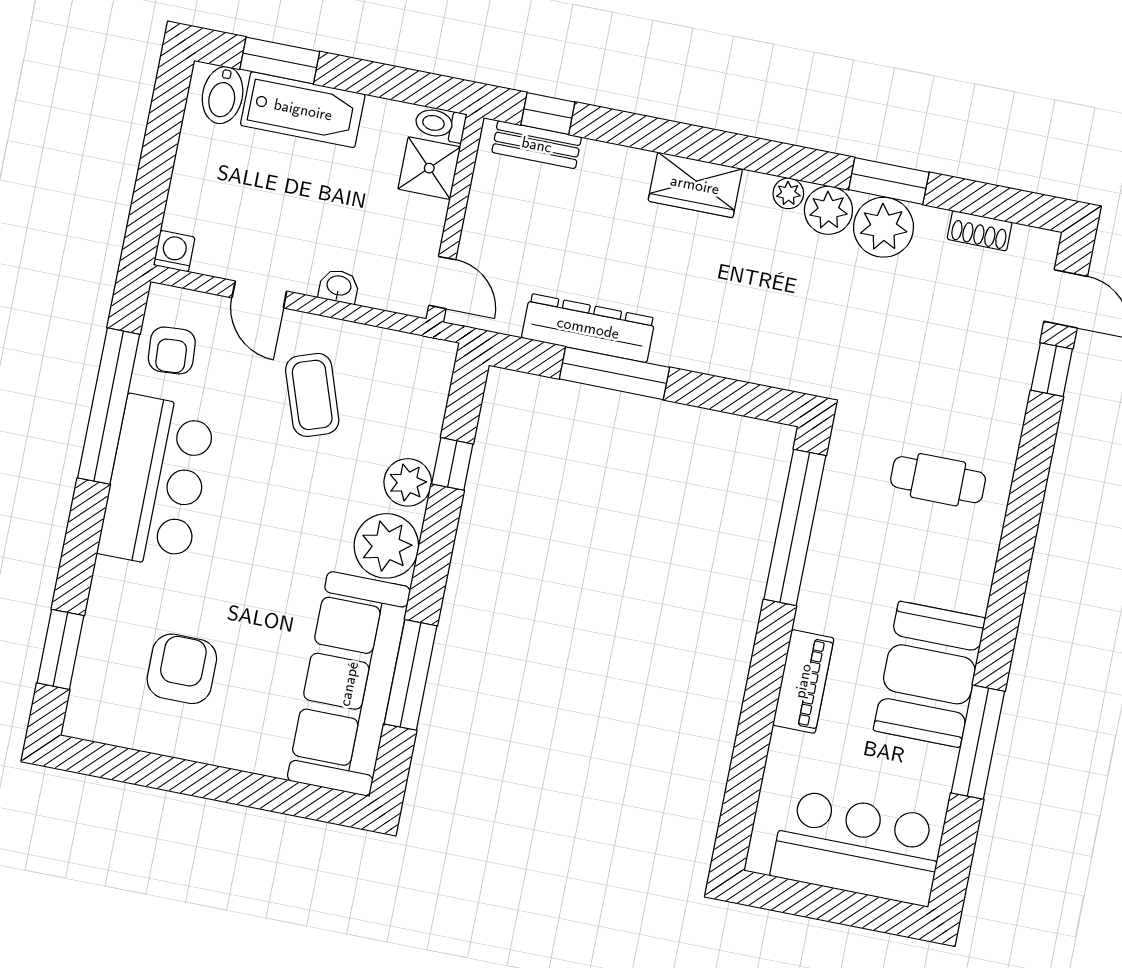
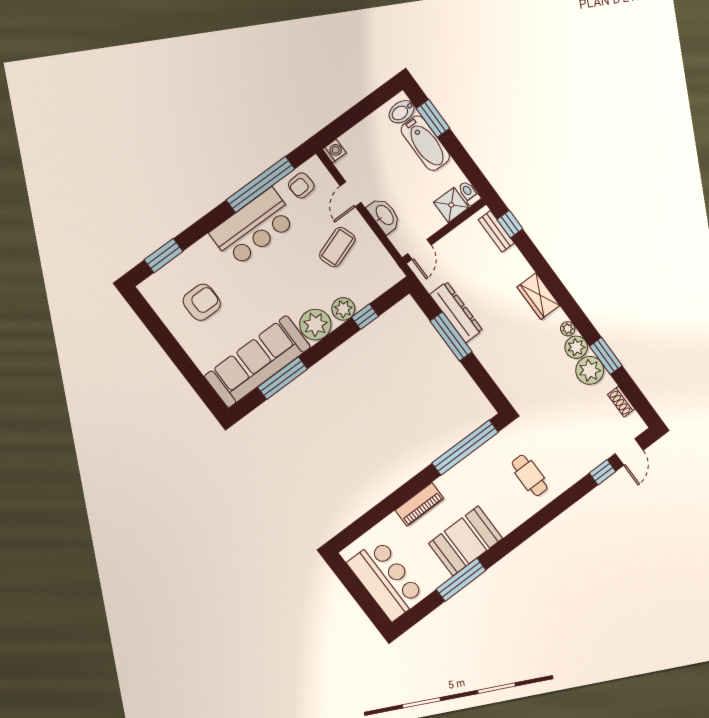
washbasin: (339, 286) -> (384, 215), width x1.91, depth x1.45

